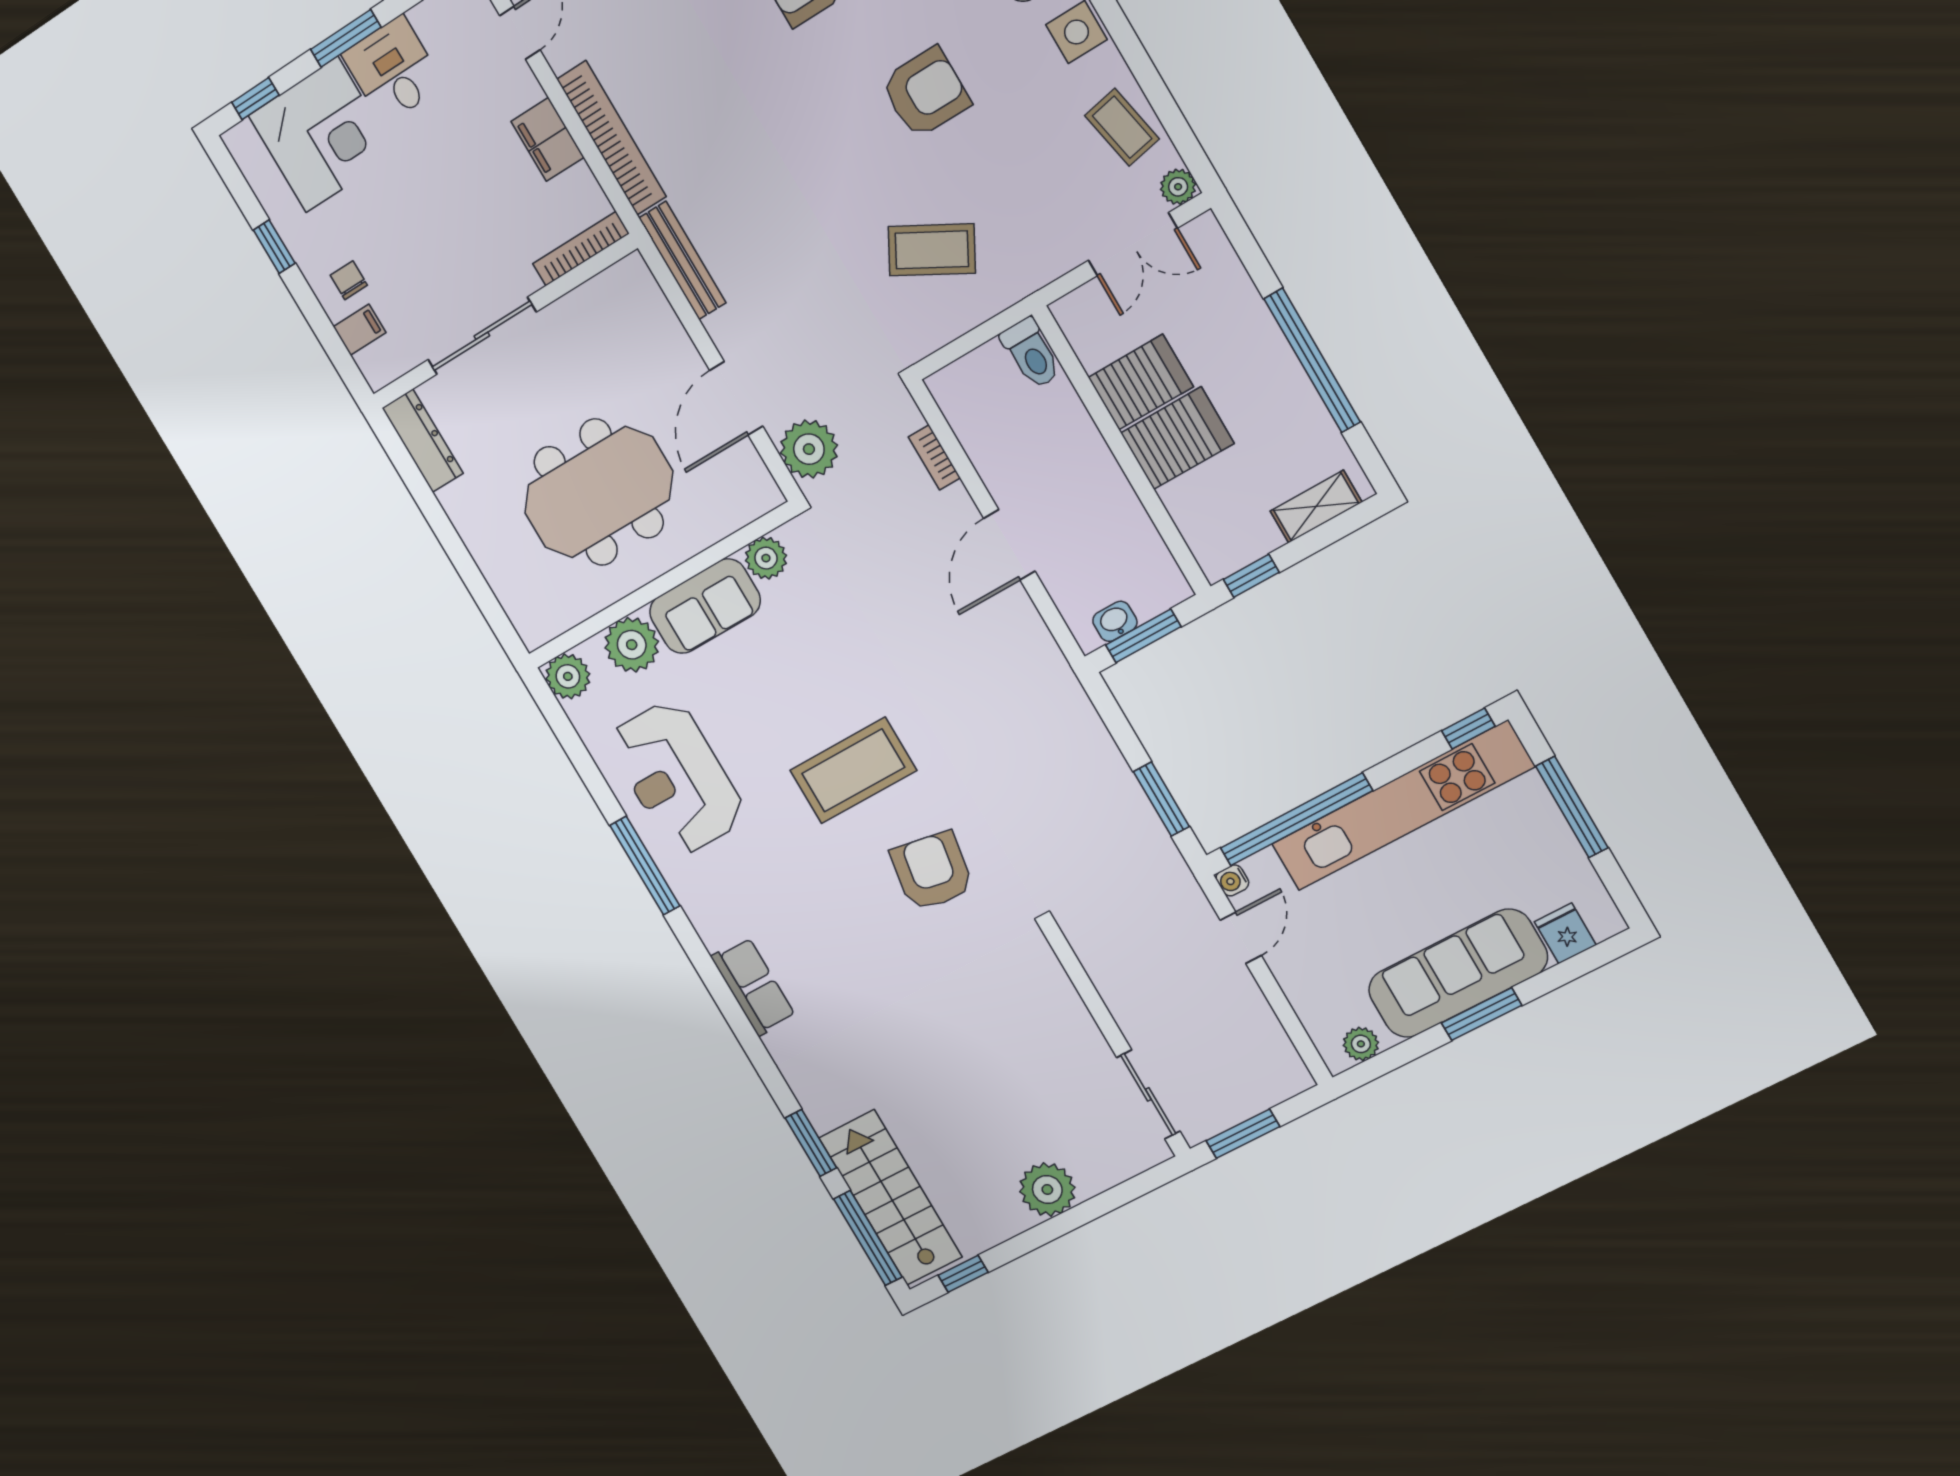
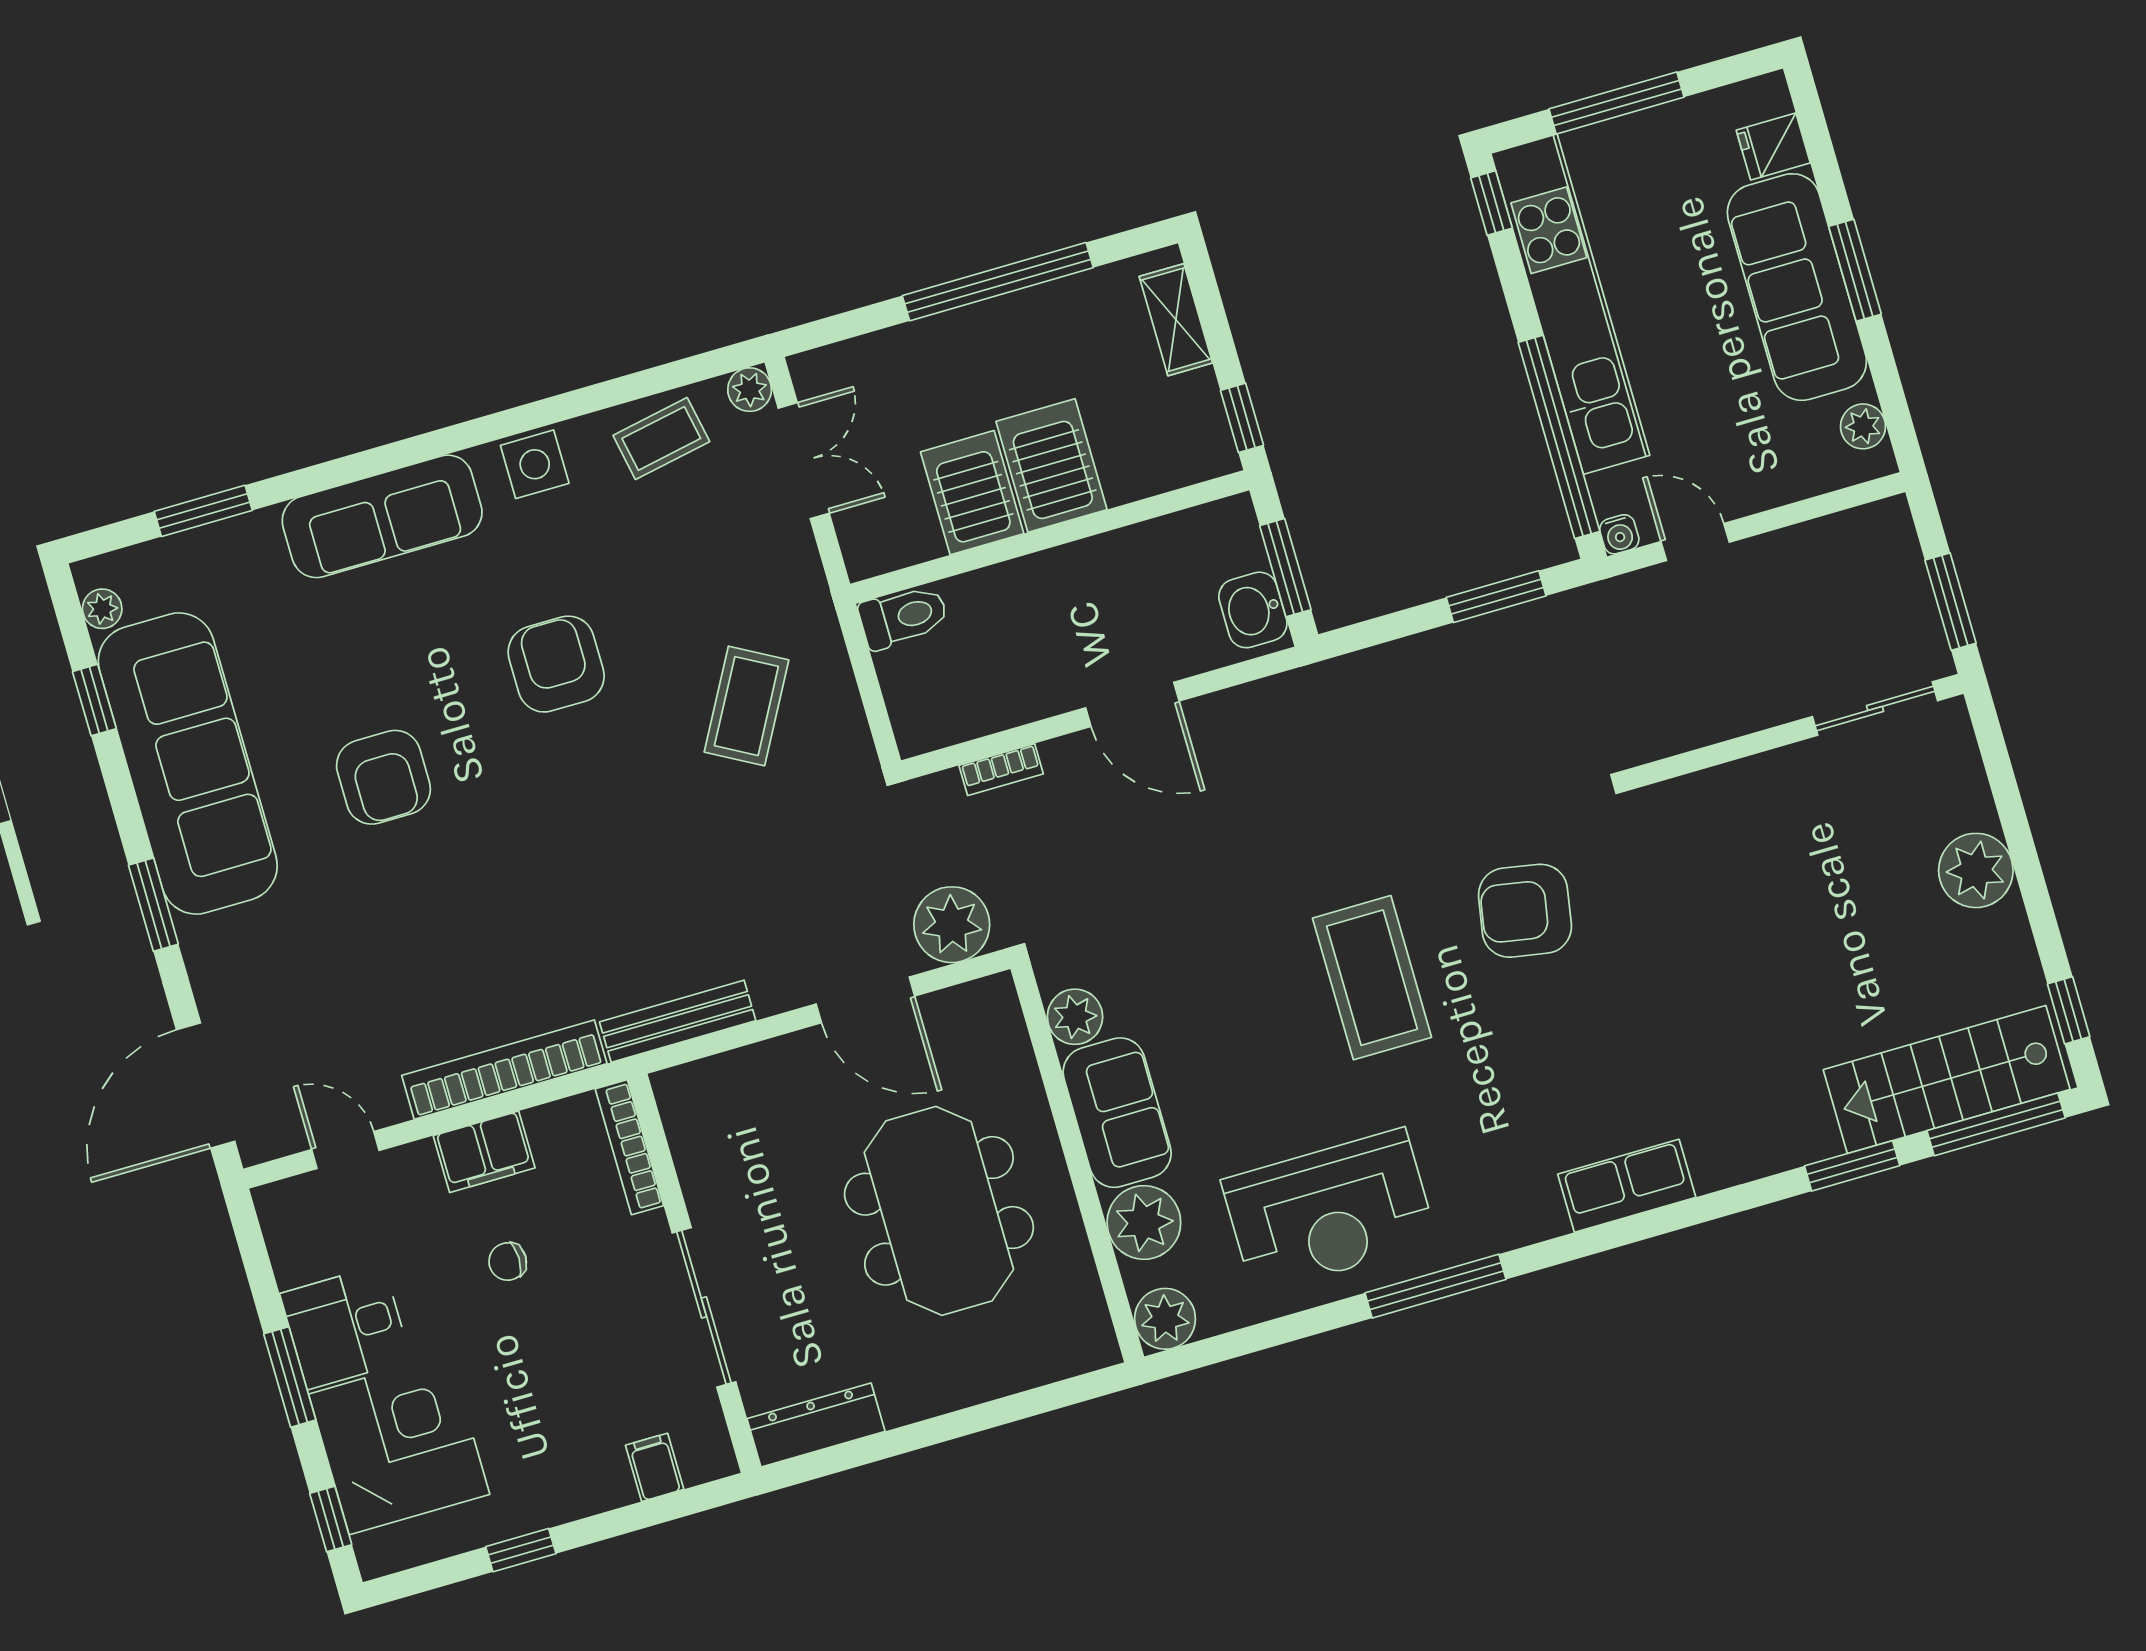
chair: (349, 280) -> (508, 1262), moved
washbasin: (1115, 621) -> (1253, 610), width x1.38, depth x1.45

